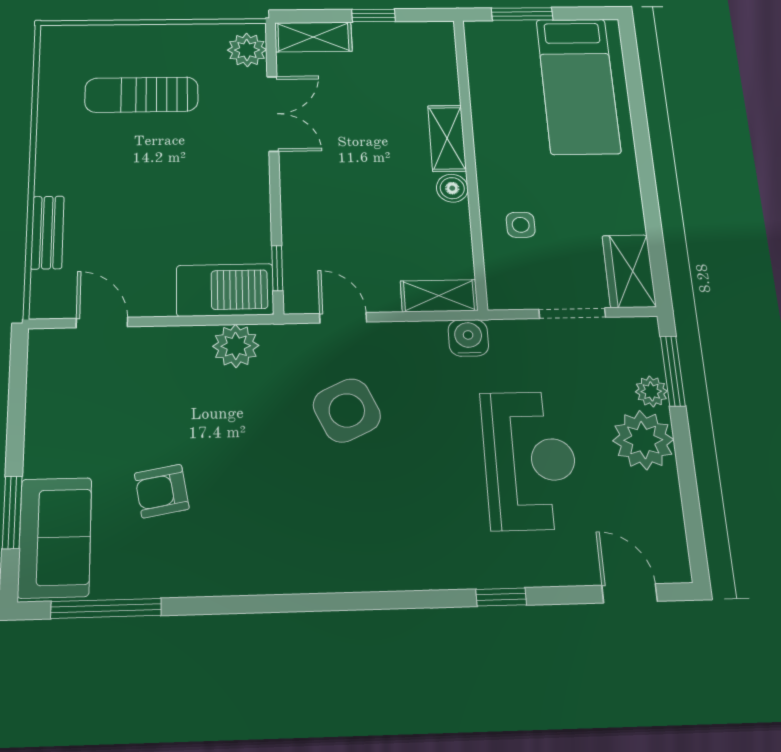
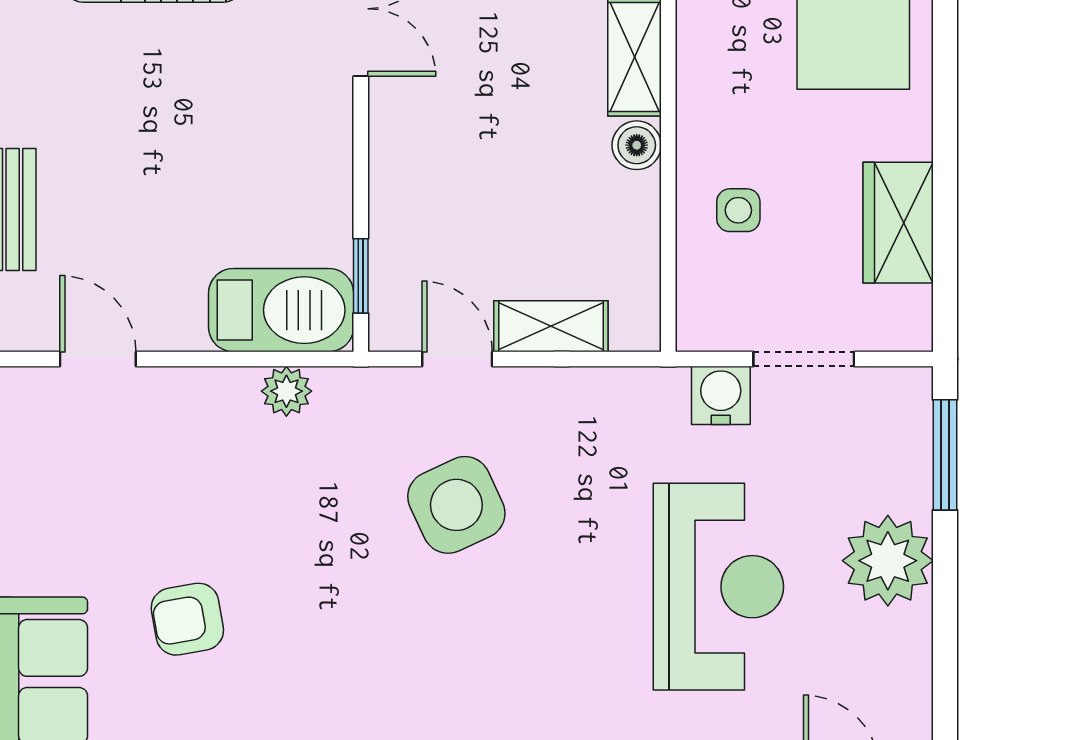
wardrobe: (629, 271) -> (898, 223), moved
shelving: (439, 296) -> (551, 326), moved
water cooler: (468, 338) -> (721, 395), moved
plant: (236, 346) -> (286, 391), width x0.73, depth x0.73
plant: (651, 391) -> (909, 486), removed

